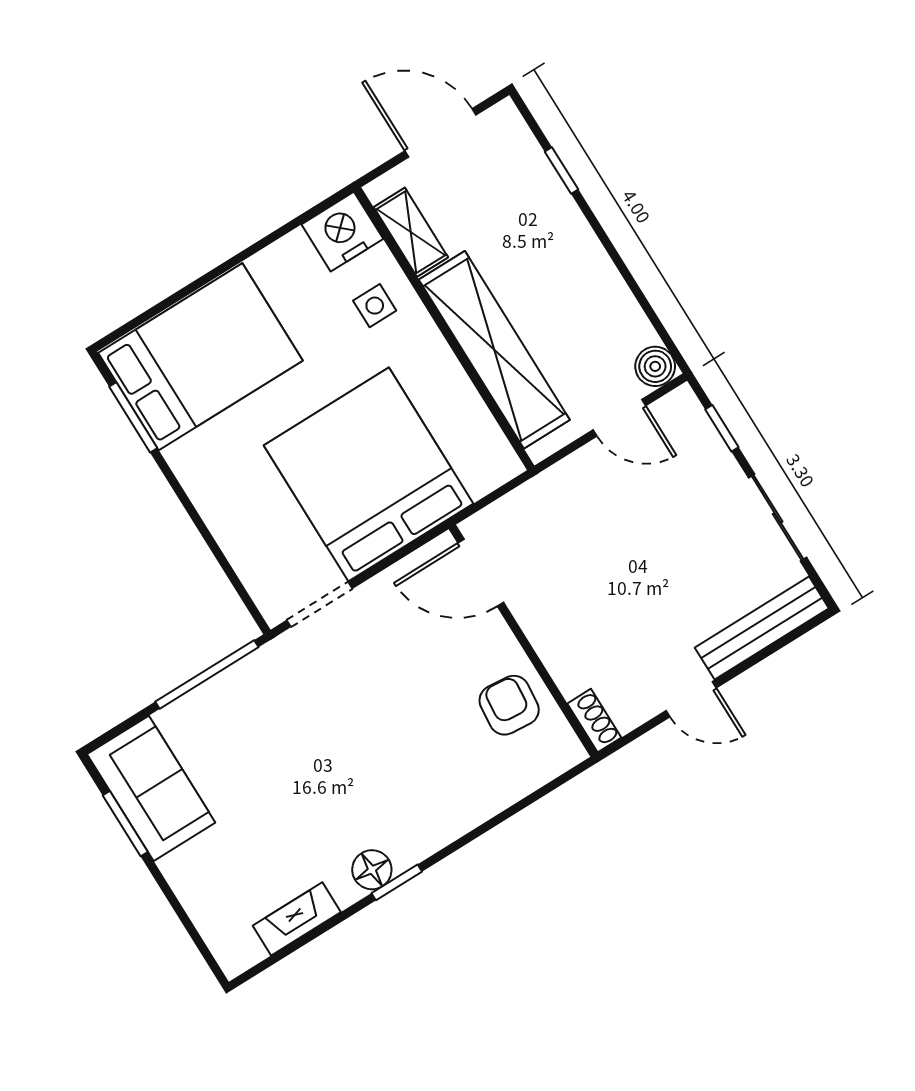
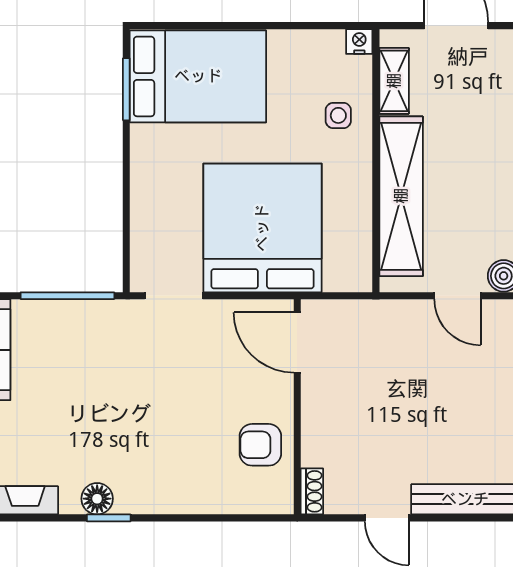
nightstand: (342, 232) -> (359, 41), width x0.53, depth x0.56
armchair: (509, 705) -> (260, 445), turned -95

